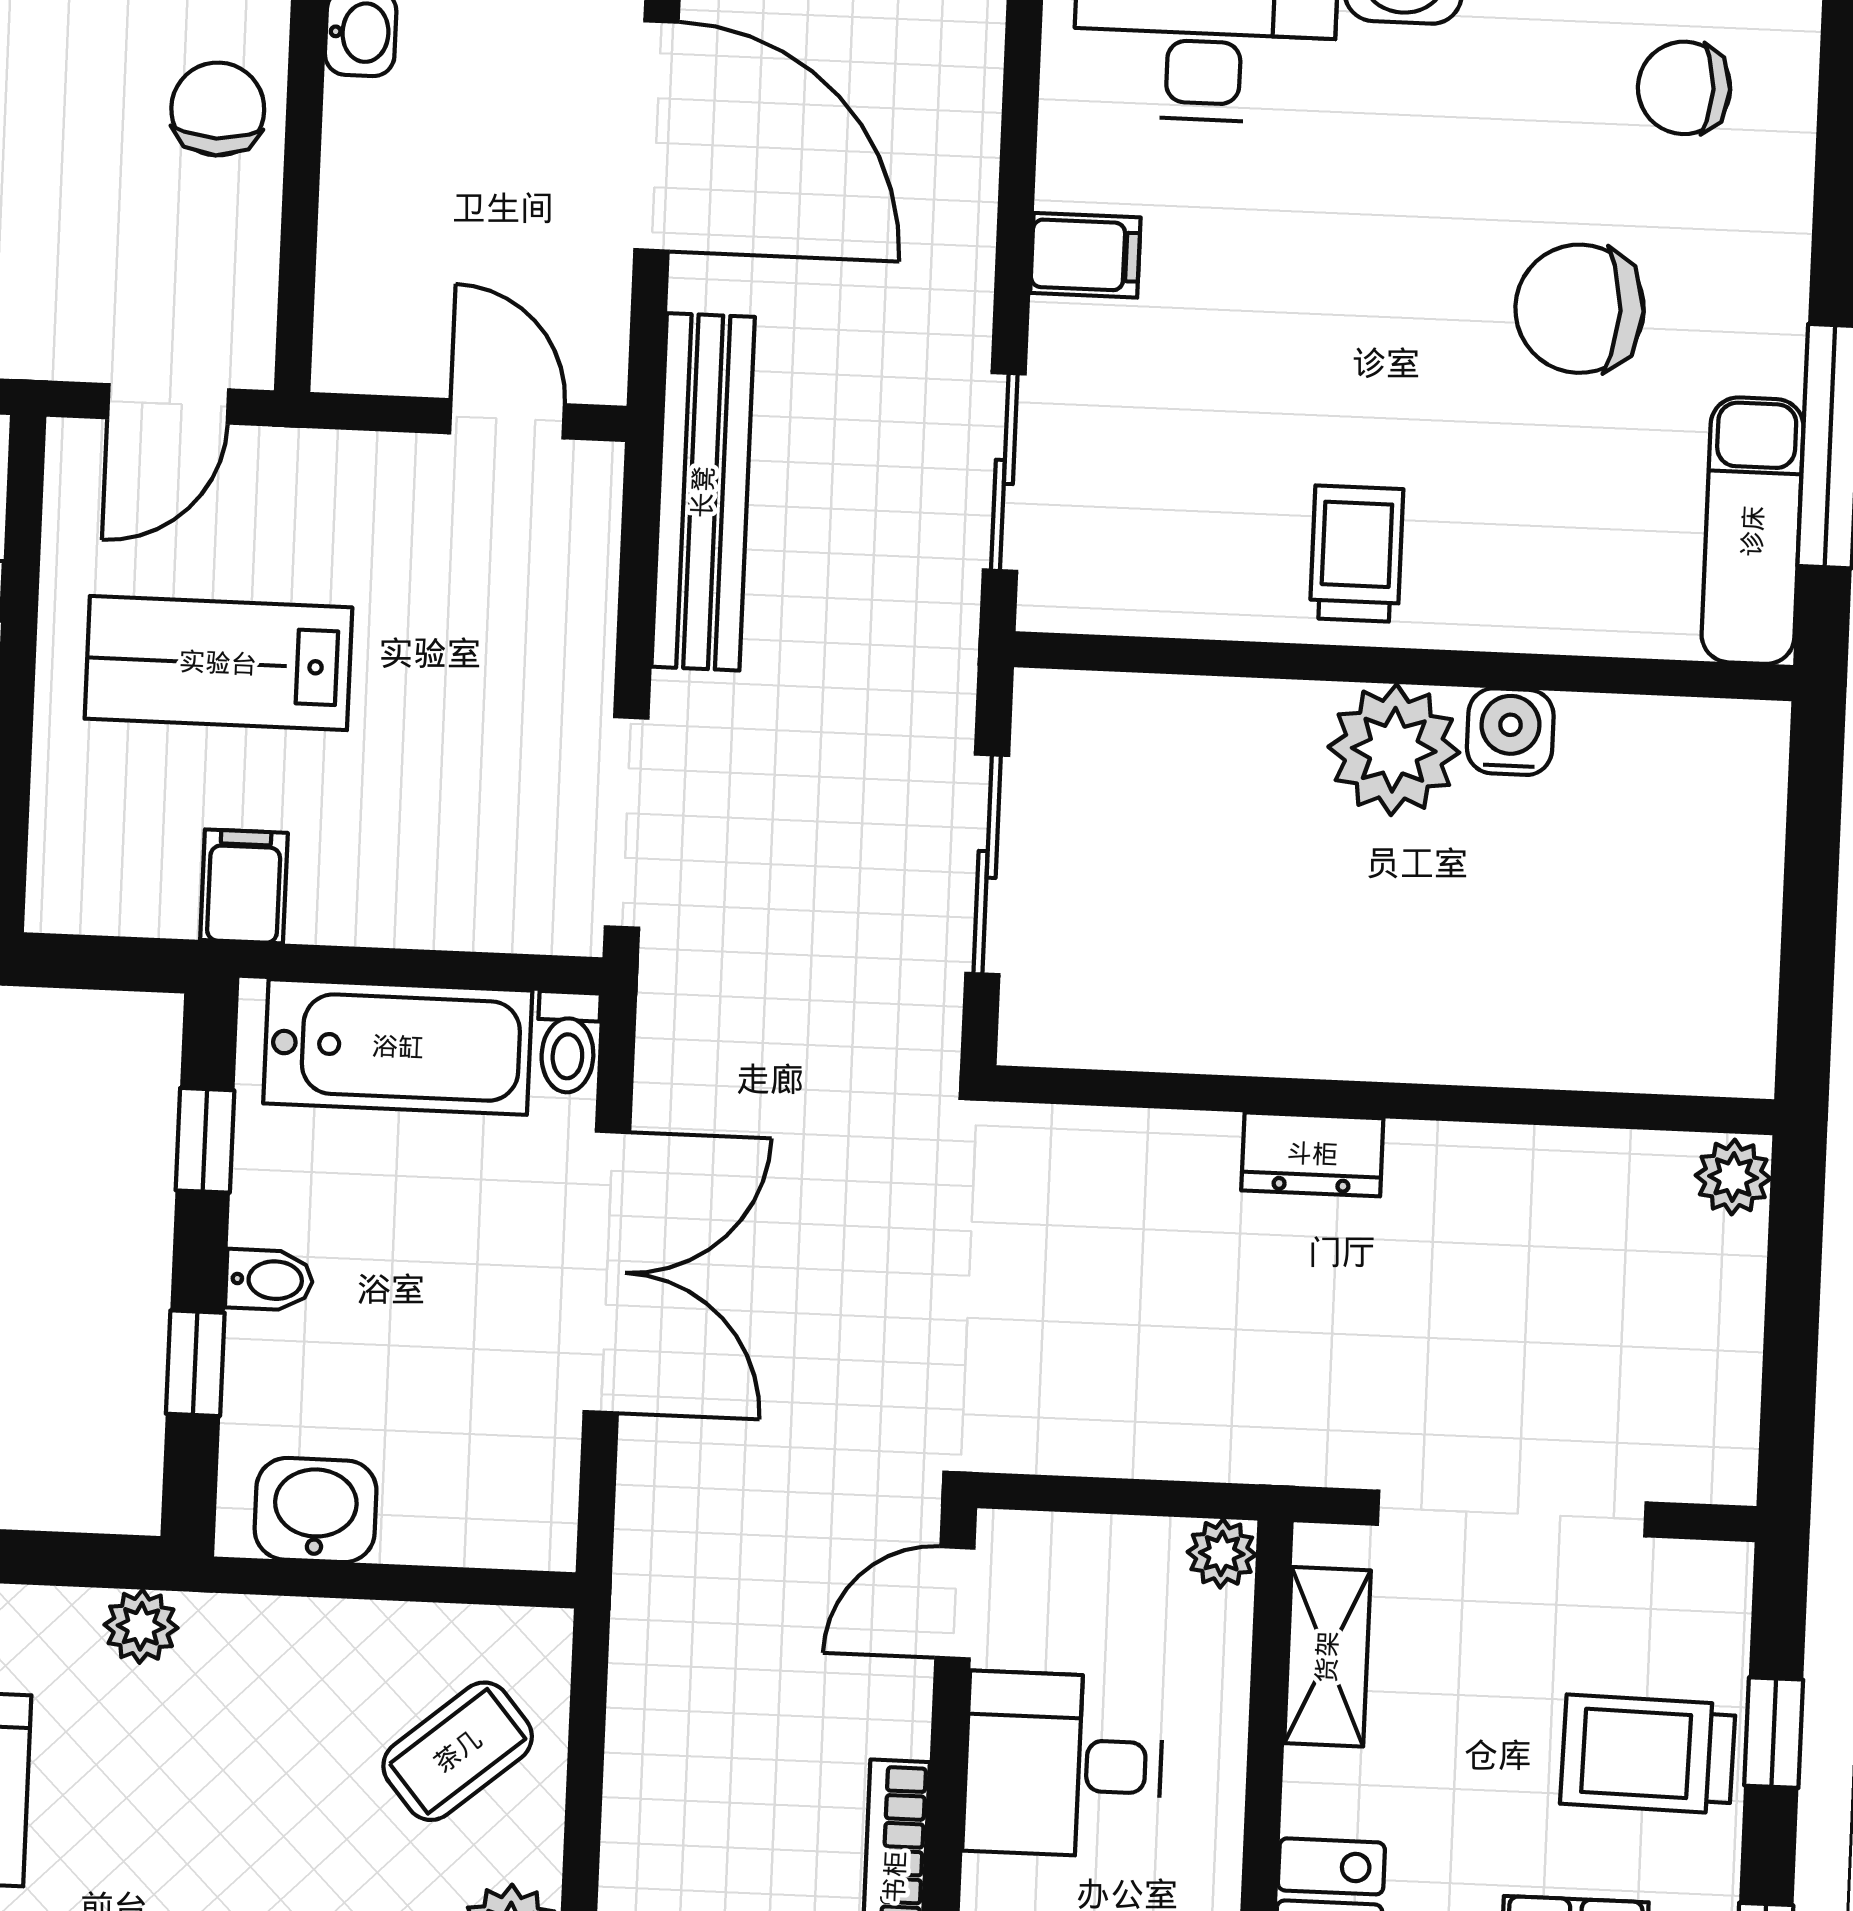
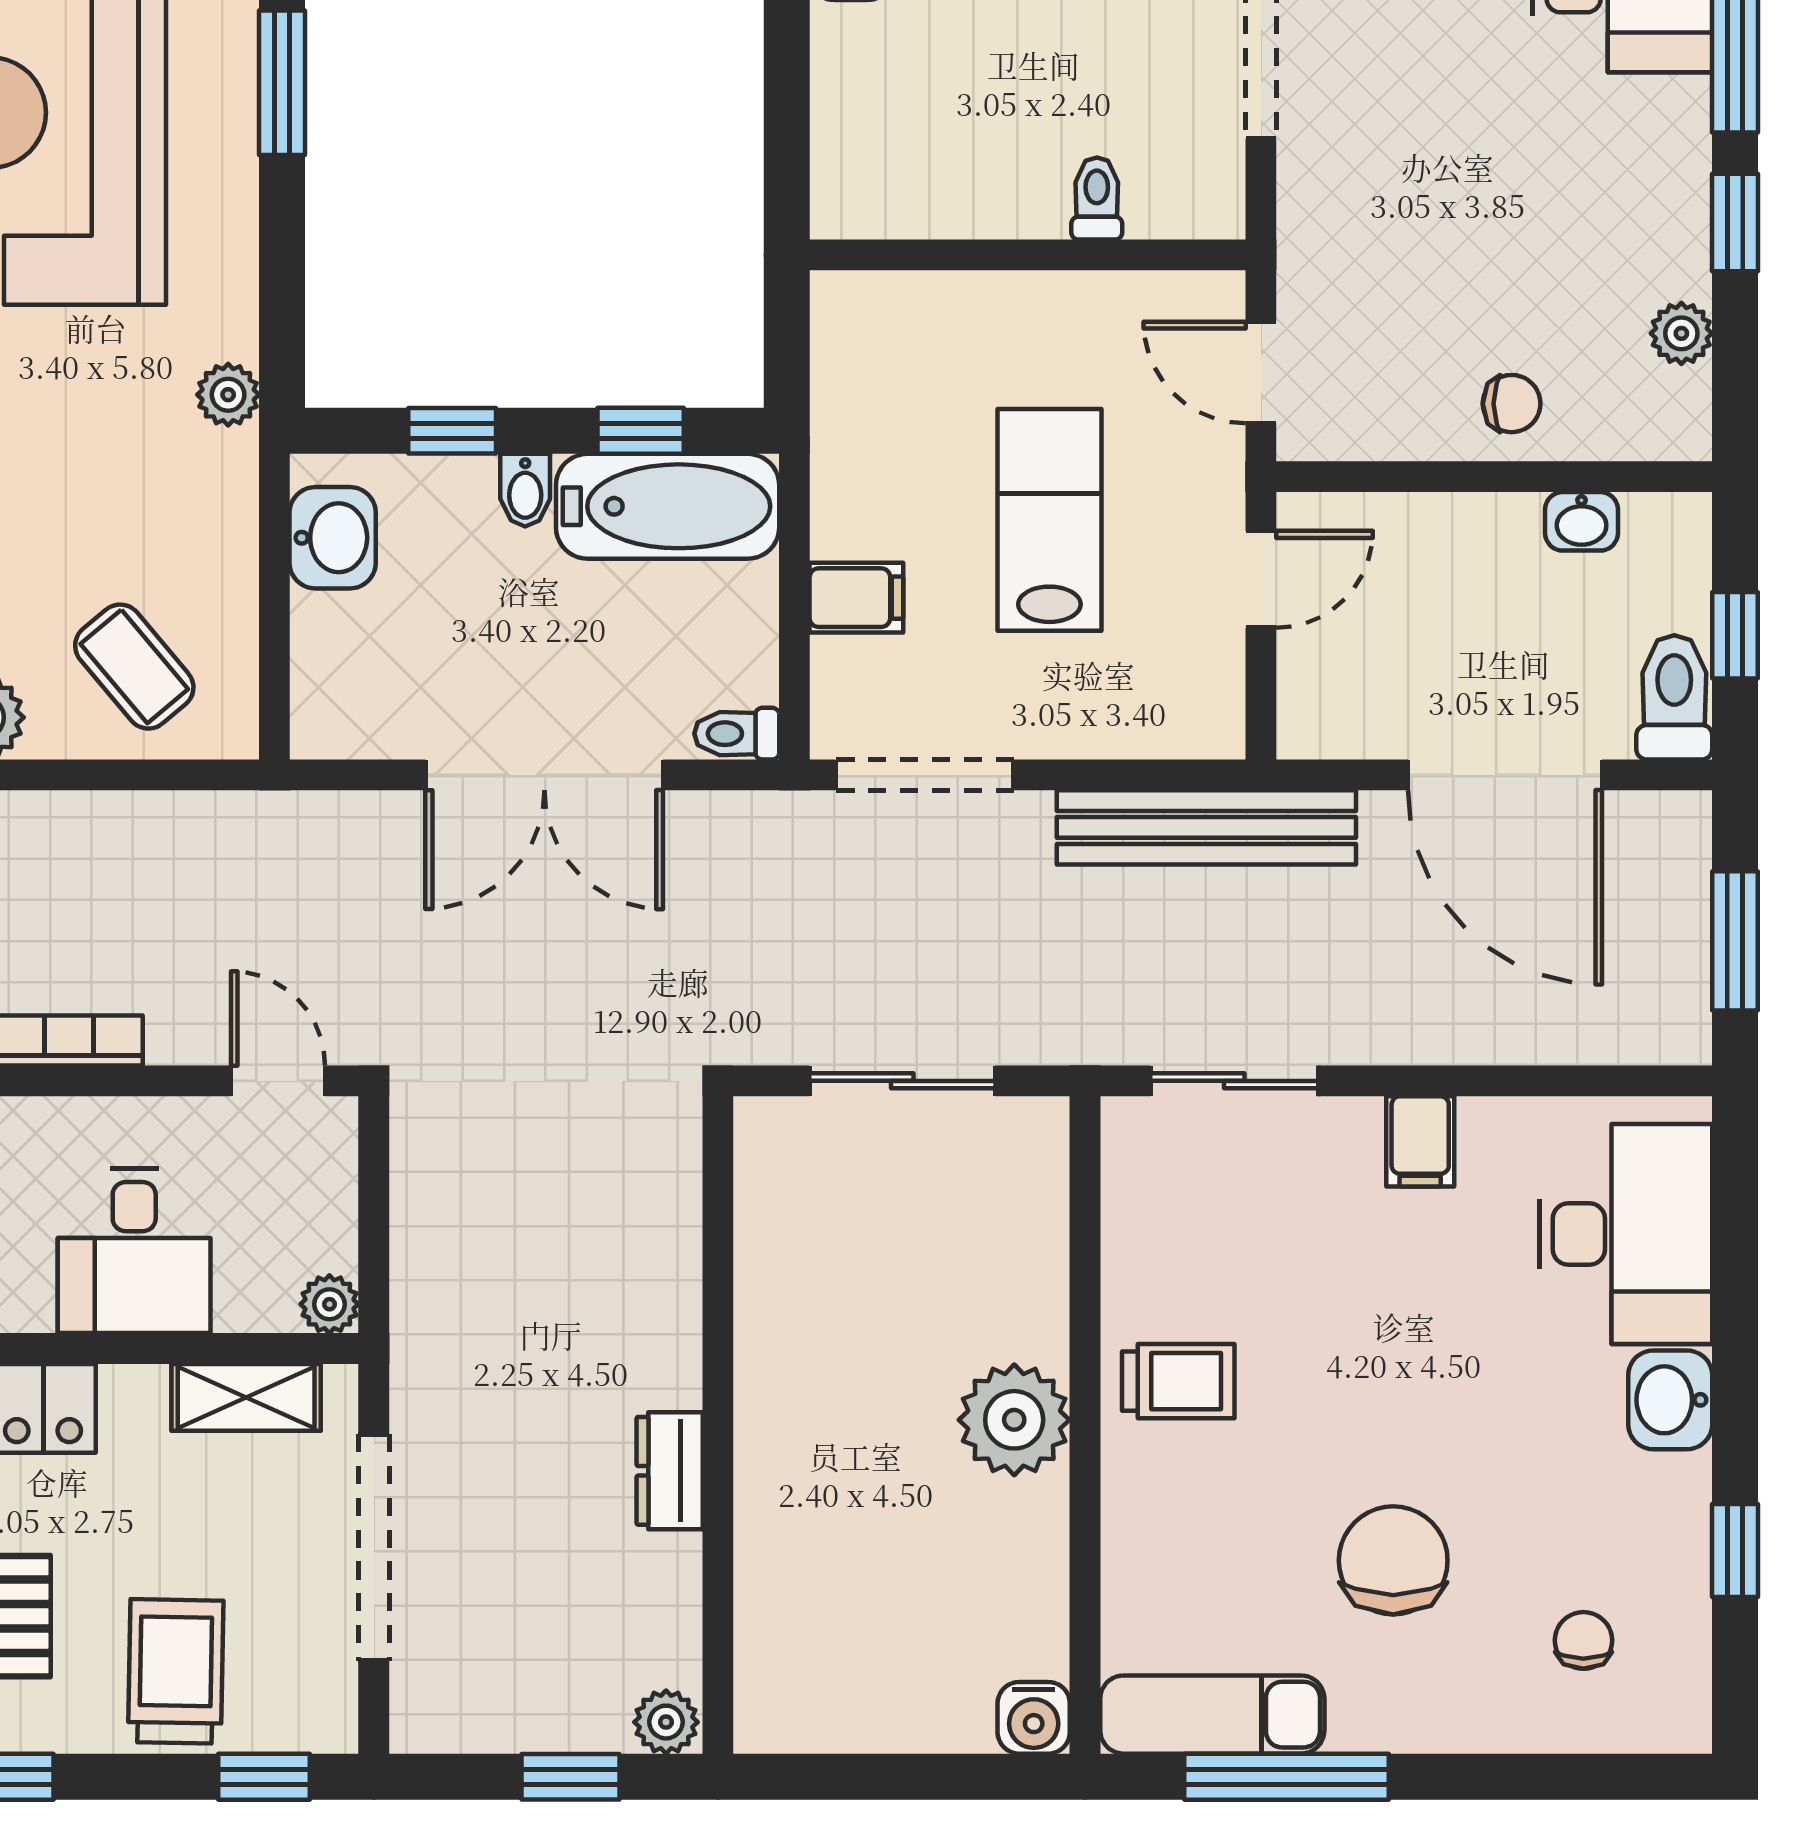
chair: (1684, 88) -> (1583, 1640), width x0.73, depth x0.73
chair: (218, 109) -> (1512, 404), width x0.73, depth x0.73
door: (657, 136) -> (1505, 775), hinge flipped
door: (507, 419) -> (1261, 579), moved
lab bench: (218, 663) -> (1049, 520), moved
water cooler: (1510, 732) -> (1034, 1718), moved, turned 90
filing cabinet: (244, 886) -> (856, 598), moved
bathtub: (398, 1047) -> (668, 506), moved, turned -90
dresser: (1312, 1154) -> (670, 1471), moved
window: (1793, 1293) -> (570, 1777), added
window: (1774, 1733) -> (264, 1777), moved
desk: (1063, 1765) -> (134, 1251), moved, turned 180

